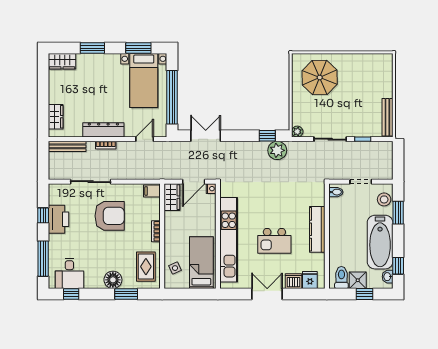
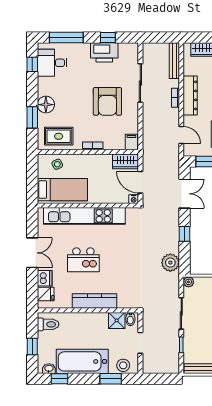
window: (267, 136) -> (184, 234), moved
kitchen island: (274, 241) -> (83, 260), turned -90
shower: (358, 280) -> (117, 320), moved

